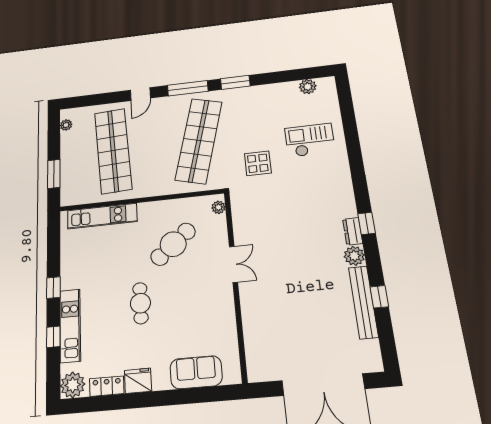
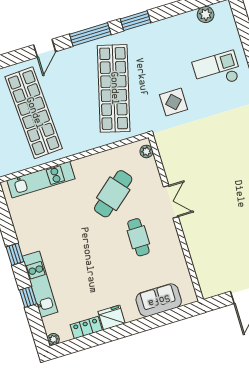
cafe table: (140, 303) -> (138, 237), moved
plant: (73, 385) -> (53, 339), width x0.53, depth x0.53

